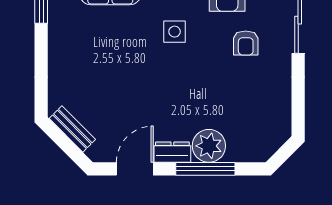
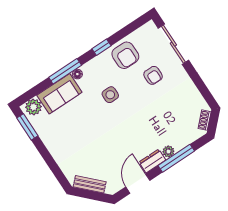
shoe rack: (274, 144) -> (205, 120), added
plant: (209, 146) -> (168, 151), width x0.53, depth x0.53

